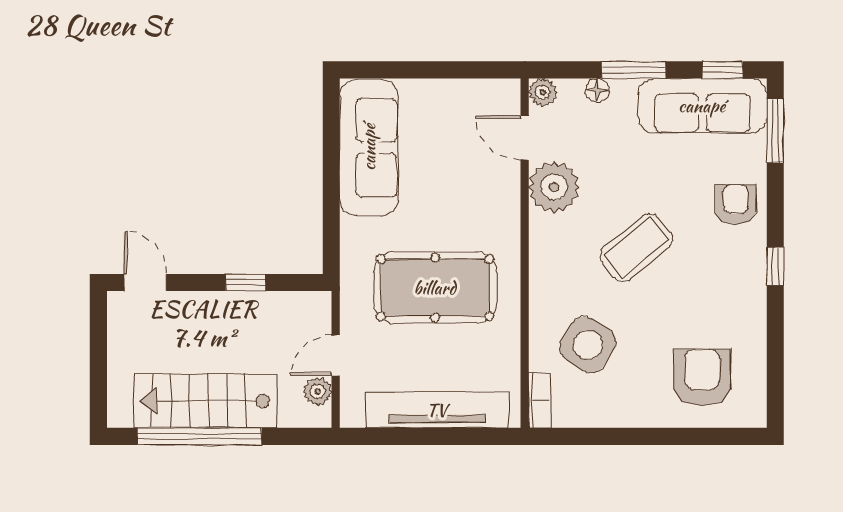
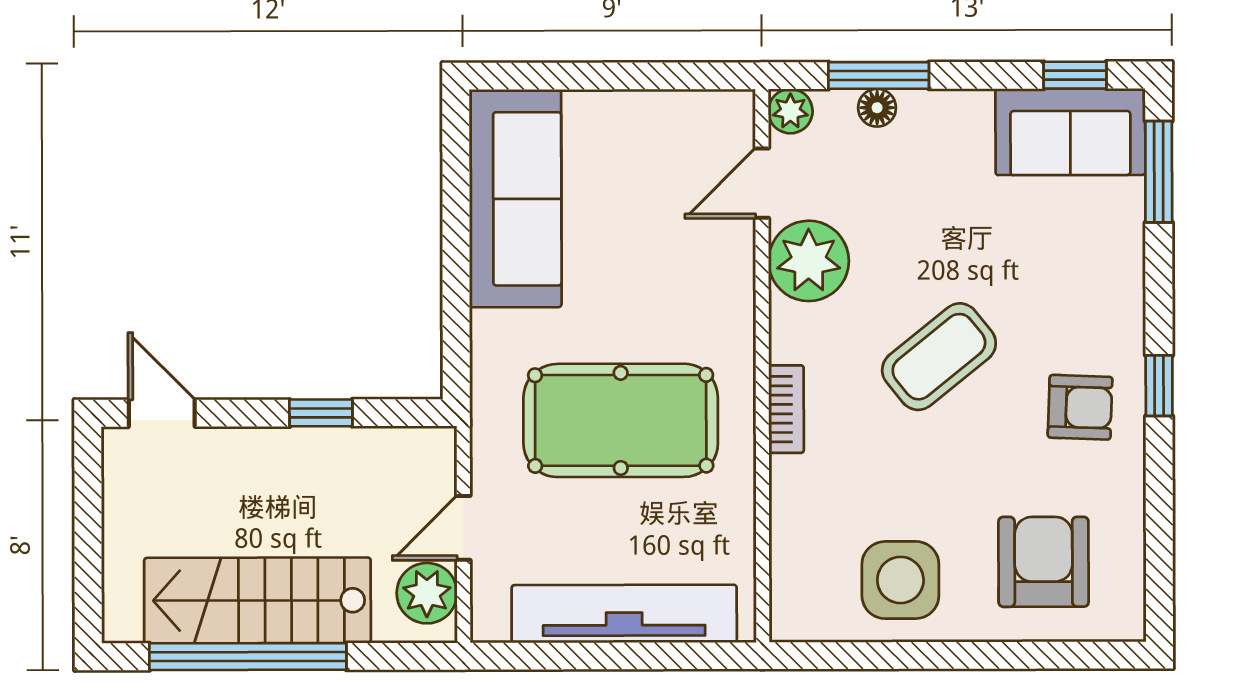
window: (634, 70) -> (879, 75), moved
sofa: (702, 106) -> (1070, 132), width x0.73
door: (525, 138) -> (762, 183), hinge flipped
armchair: (736, 205) -> (1080, 407), moved, turned 92
side table: (588, 345) -> (900, 580), moved, turned -32
plant: (318, 391) -> (427, 593), width x1.38, depth x1.38
bookcase: (540, 400) -> (786, 409), moved

